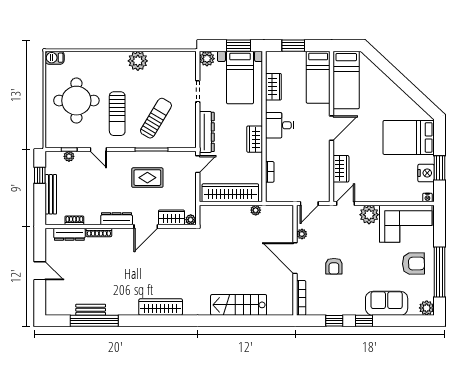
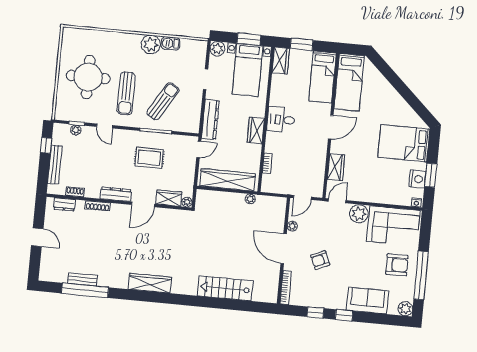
barbecue: (55, 58) -> (171, 43), moved
wardrobe: (273, 87) -> (281, 61), moved
dresser: (69, 234) -> (64, 204), width x0.70
armchair: (334, 266) -> (320, 260), turned 66

